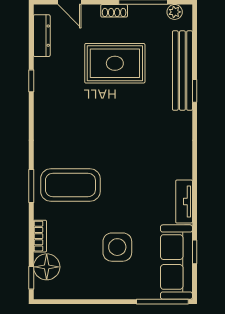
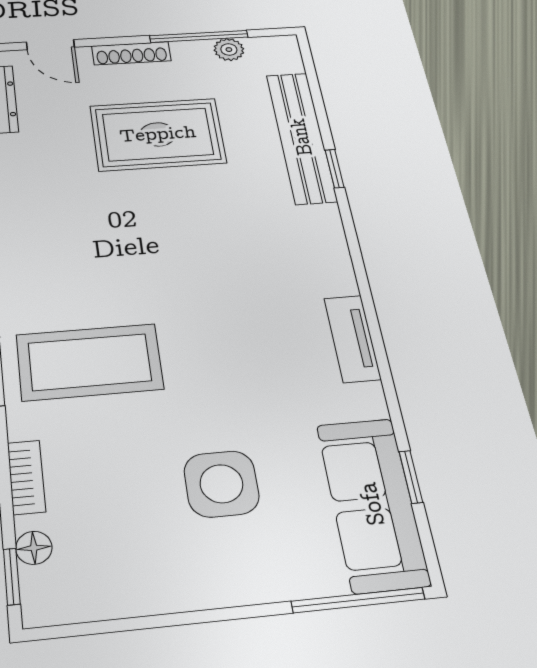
shoe rack: (114, 11) -> (131, 53), width x1.43
plant: (175, 12) -> (229, 50), moved
tv unit: (184, 202) -> (352, 339), moved
floor lamp: (47, 267) -> (34, 548), width x0.53, depth x0.53

